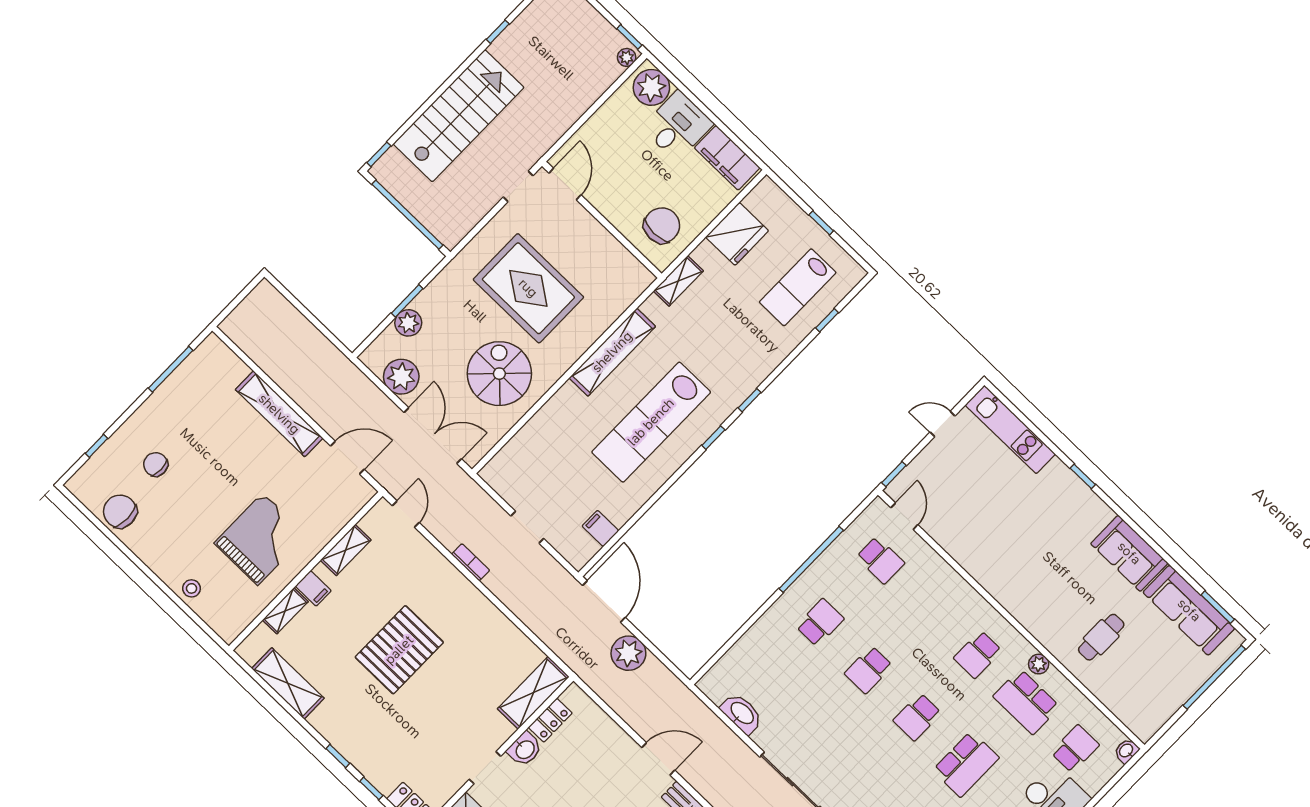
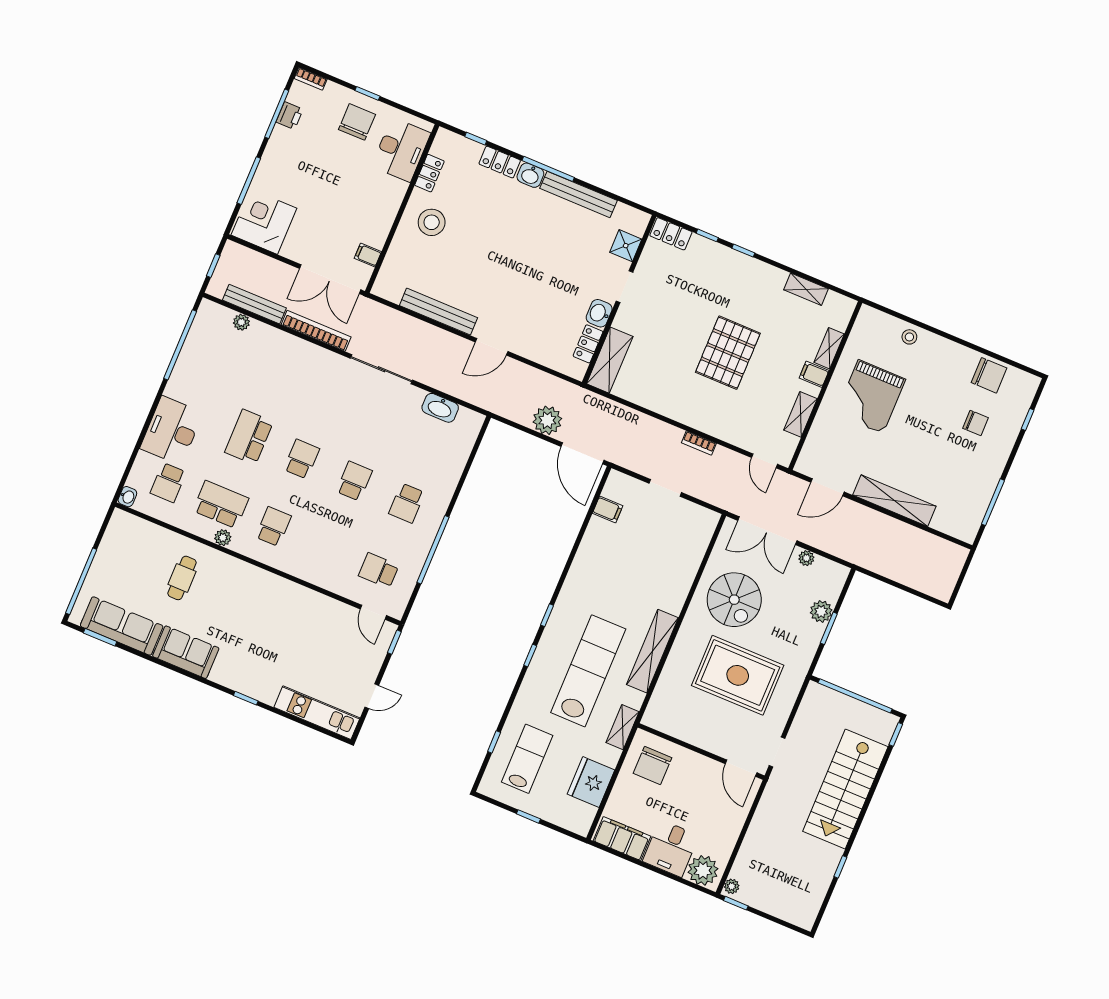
plant: (401, 377) -> (806, 558), width x0.53, depth x0.53
lab bench: (651, 422) -> (588, 671), moved
shelving: (288, 683) -> (806, 289), width x0.67, depth x0.75

